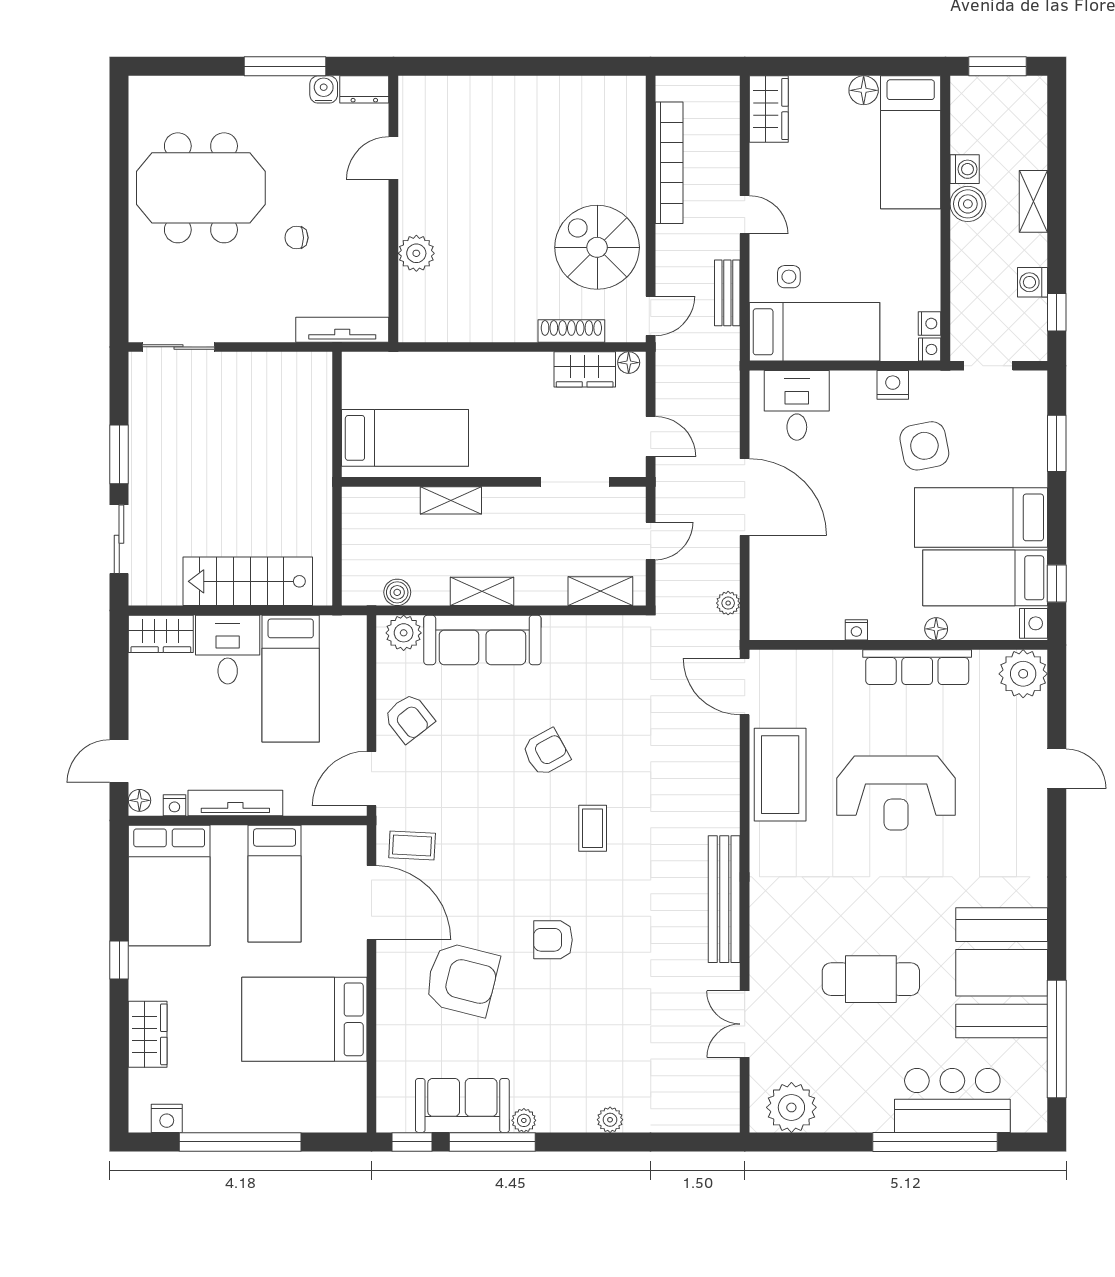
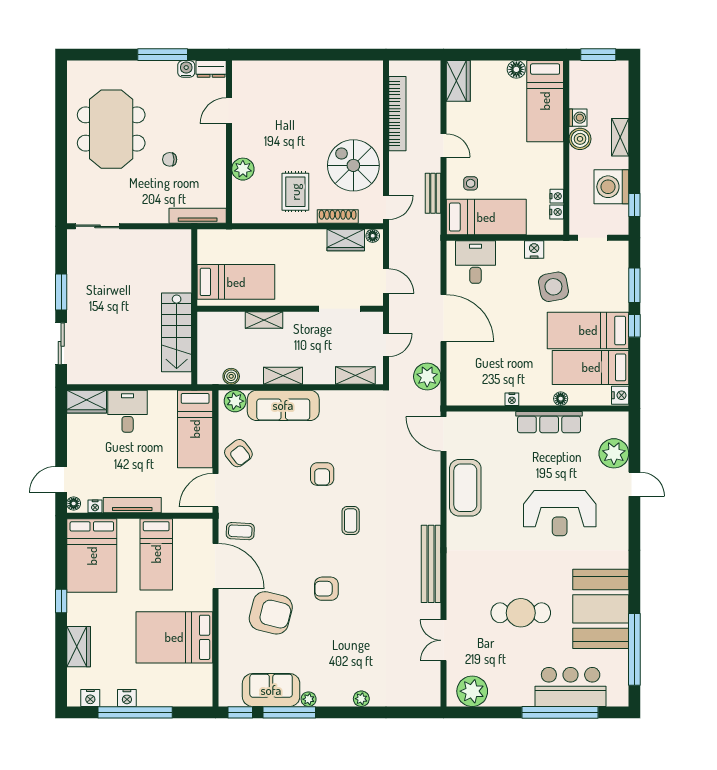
meeting table: (201, 188) -> (111, 129), turned 90
washing machine: (1032, 282) -> (611, 187), width x1.89, depth x1.89
rug: (502, 290) -> (295, 192), added
nightstand: (930, 349) -> (557, 196), moved
stairs: (248, 581) -> (177, 332), moved, turned -90
window: (1057, 583) -> (634, 326), moved
plant: (728, 603) -> (427, 377), width x1.88, depth x1.88
plant: (1023, 674) -> (614, 453), moved
bed: (291, 679) -> (195, 429), moved
armchair: (546, 752) -> (322, 474), turned 119
reception desk: (896, 793) -> (560, 513), moved
nightstand: (227, 1119) -> (127, 698), added

